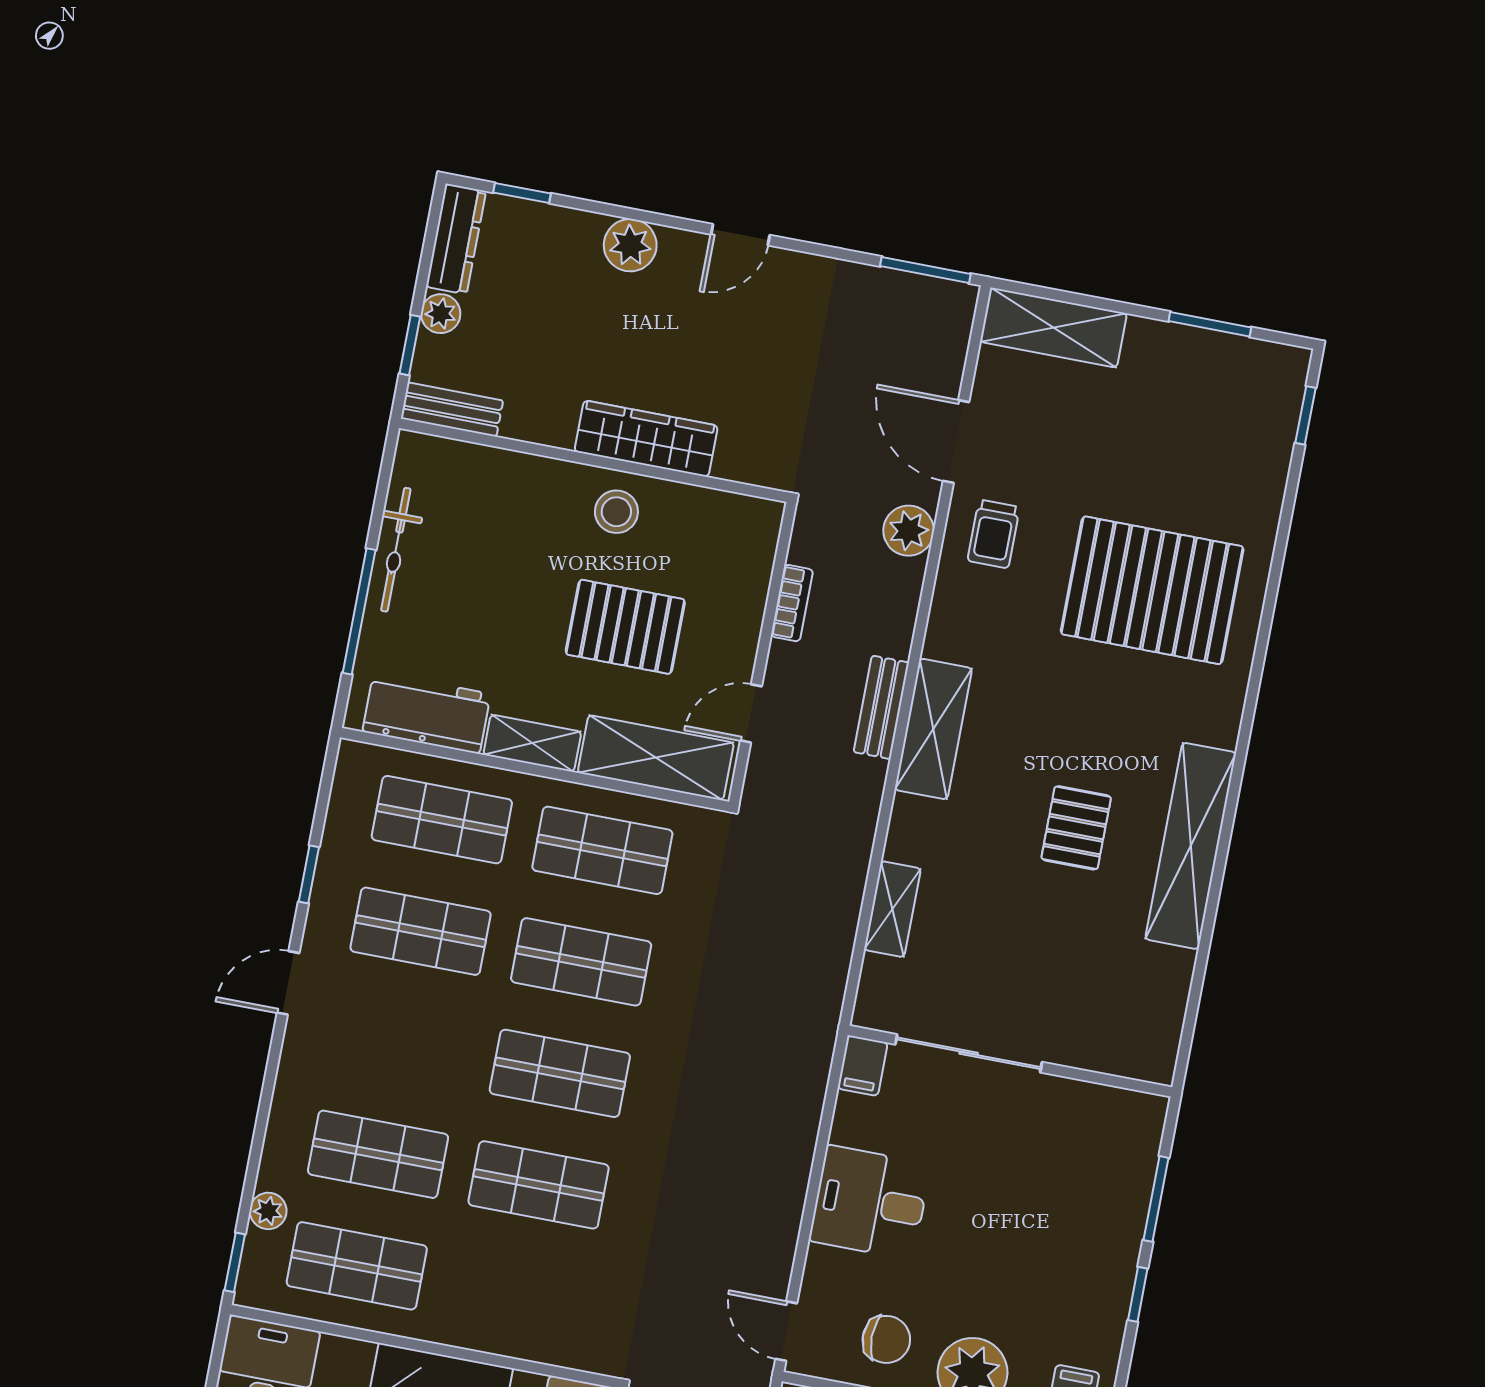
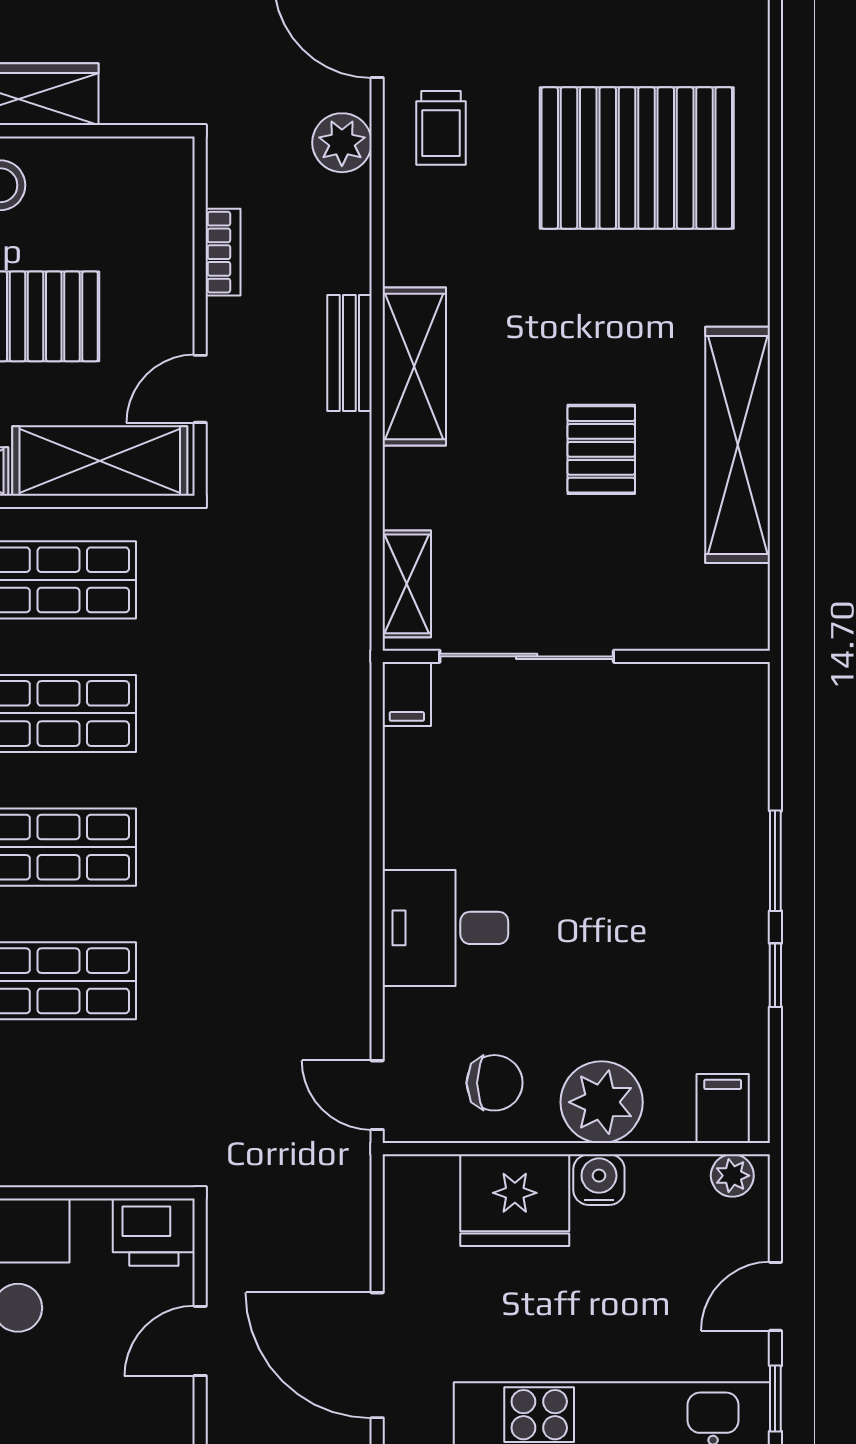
sliding door: (969, 1053) -> (527, 656), moved
wall: (1010, 1061) -> (576, 656), moved
filing cabinet: (863, 1066) -> (407, 694), moved

